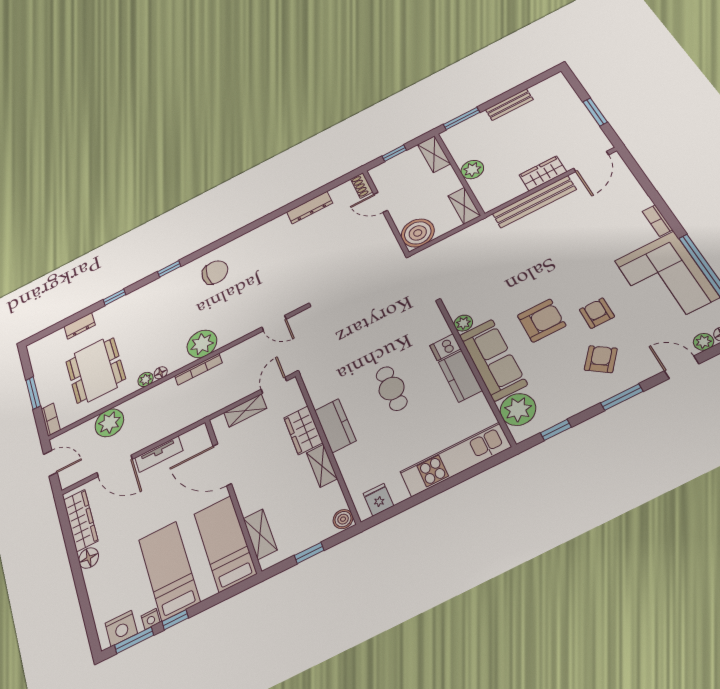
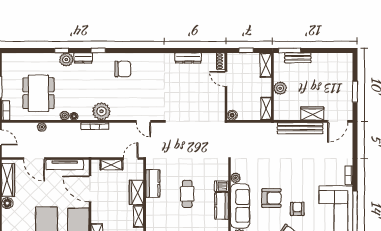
bench: (509, 105) -> (298, 58), moved
boiler: (418, 233) -> (232, 115), width x0.54, depth x0.54
plant: (125, 305) -> (66, 60), added
dresser: (80, 326) -> (83, 58), moved
plant: (109, 423) -> (42, 127), width x0.53, depth x0.53
kitchen counter: (335, 426) -> (153, 183), moved
tv unit: (159, 454) -> (65, 165), width x1.41

